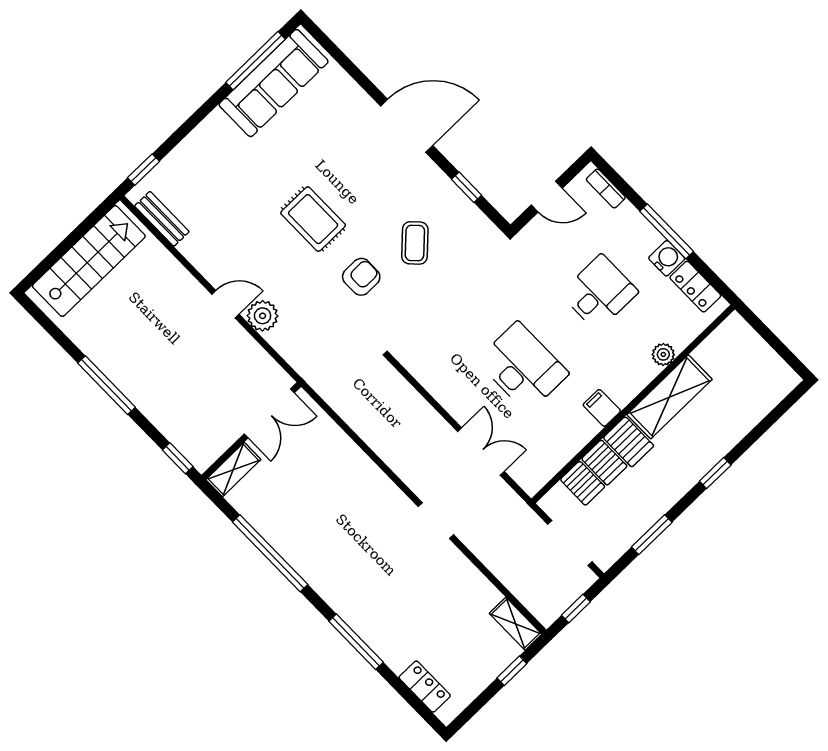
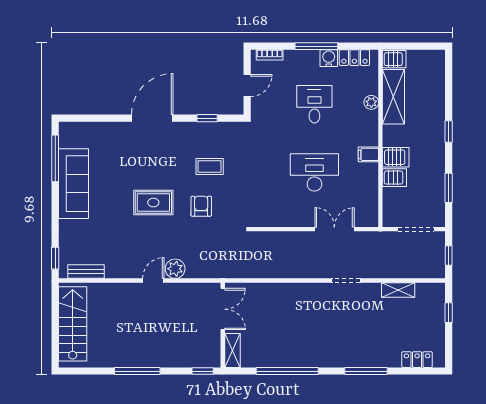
sofa: (274, 83) -> (73, 184), moved
coffee table: (415, 243) -> (210, 167), turned -46
shelving: (670, 397) -> (393, 97), moved
server rack: (582, 483) -> (394, 59), moved
shelving: (516, 624) -> (398, 290), moved

